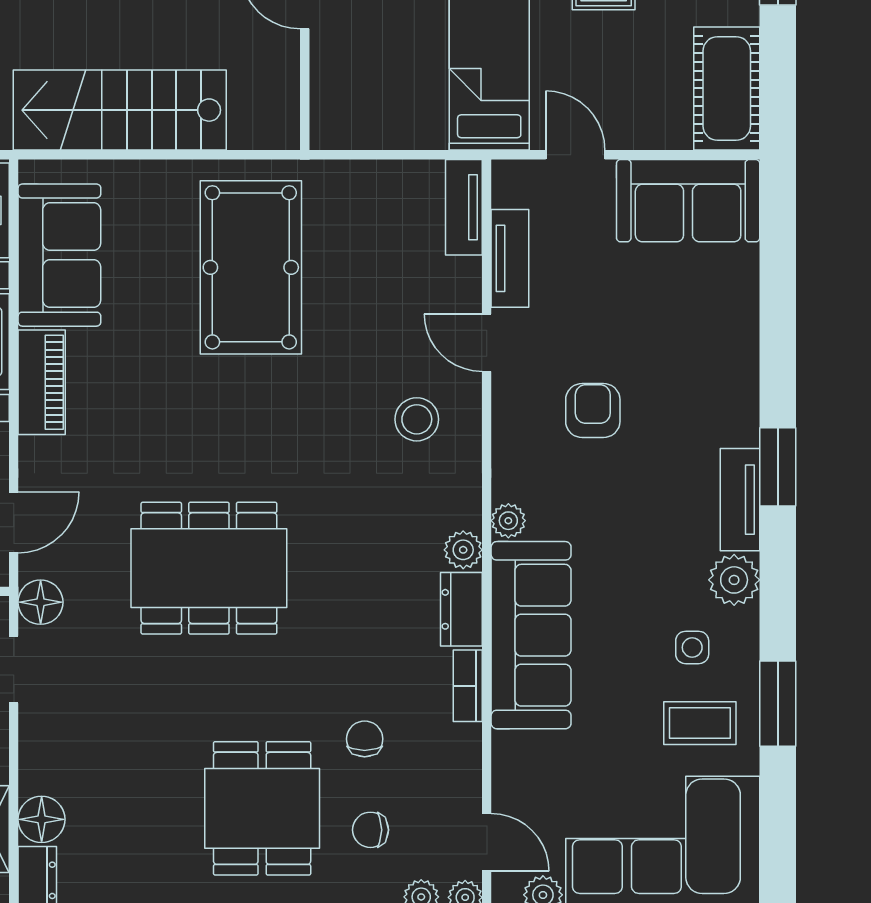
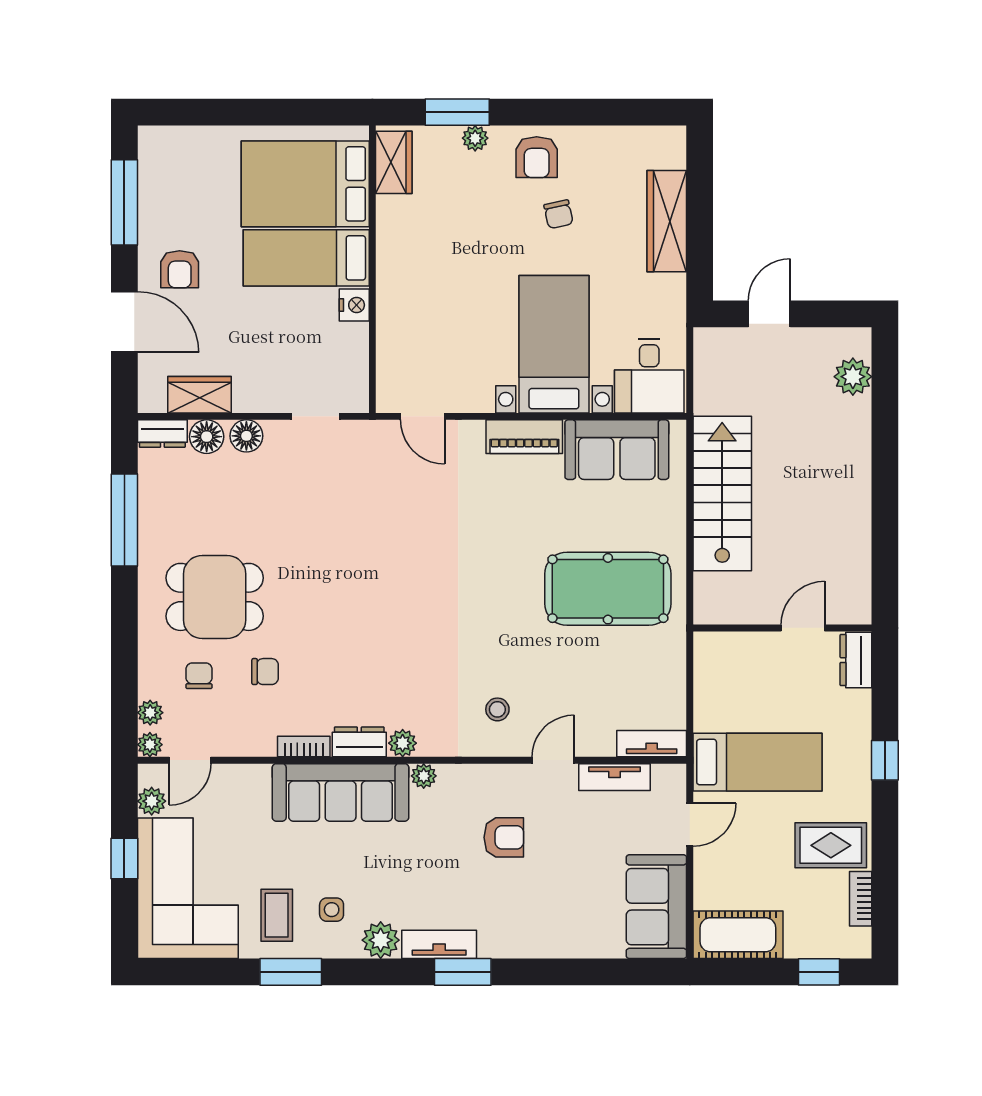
stool: (417, 419) -> (497, 709), width x0.73, depth x0.73
dining table: (209, 568) -> (389, 558), removed
floor lamp: (41, 602) -> (246, 436), moved

